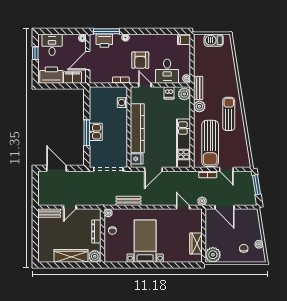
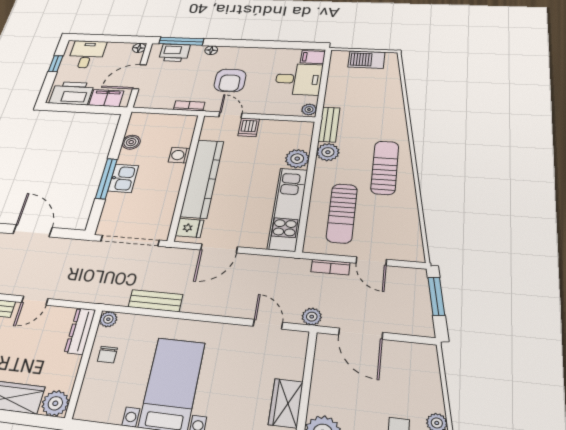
desk: (167, 71) -> (299, 79), moved, turned -90
dishwasher: (169, 93) -> (249, 127), moved
plant: (184, 94) -> (297, 159), moved
washing machine: (122, 103) -> (179, 155), moved
boiler: (94, 108) -> (131, 142), added
sun lounger: (210, 143) -> (342, 213), width x0.73, depth x0.75
dresser: (96, 231) -> (80, 331), moved

